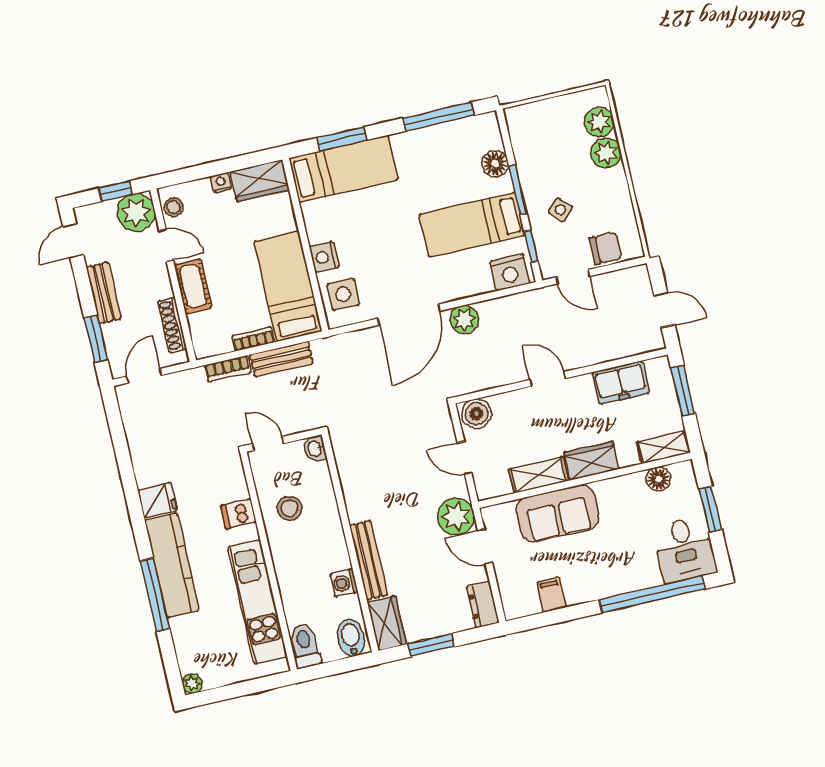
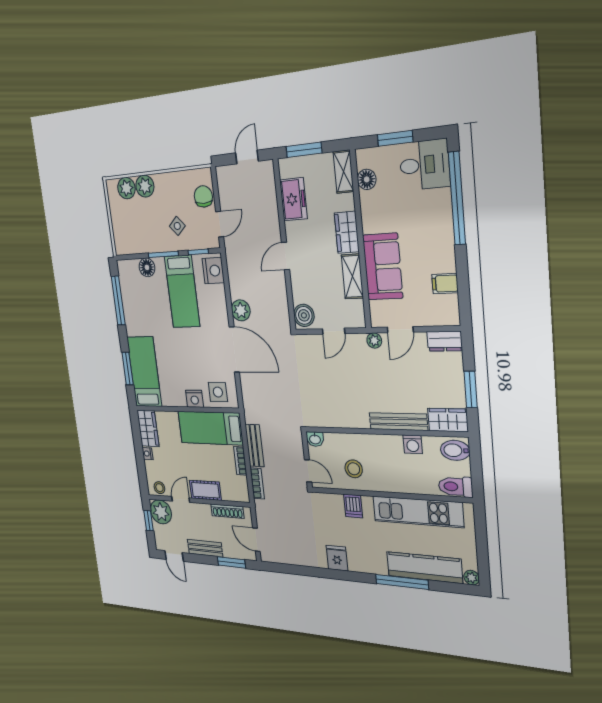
door: (268, 444) -> (308, 471), swing flipped
plant: (456, 516) -> (374, 341), width x0.53, depth x0.53
kitchen counter: (172, 565) -> (424, 567), moved

